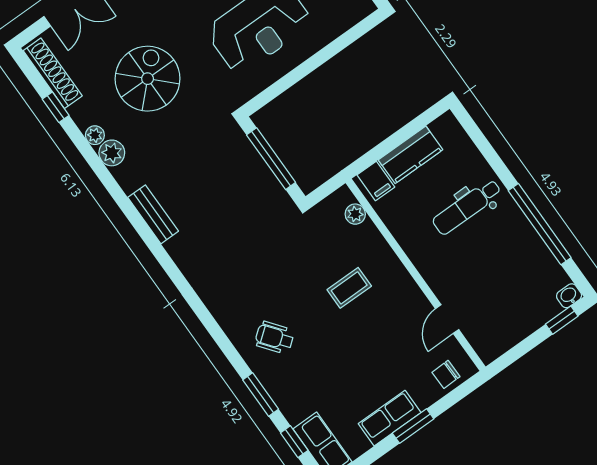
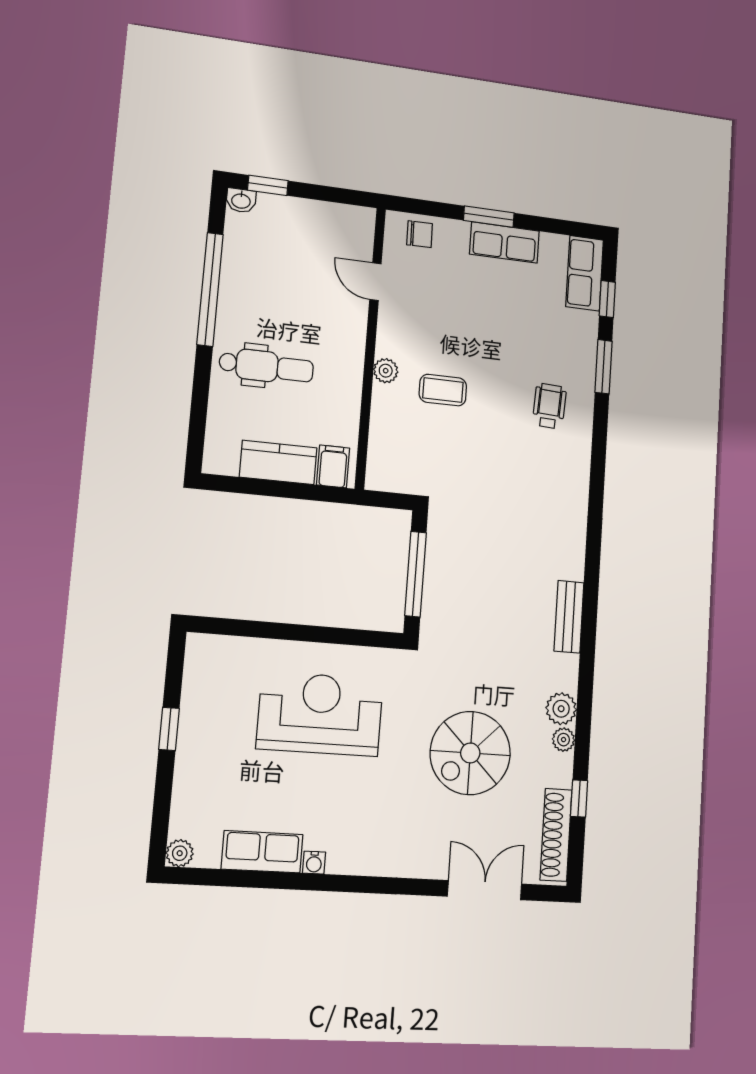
plant: (355, 214) -> (386, 371), moved
door: (447, 319) -> (375, 282), swing flipped
wheelchair: (274, 338) -> (549, 406), turned -139

